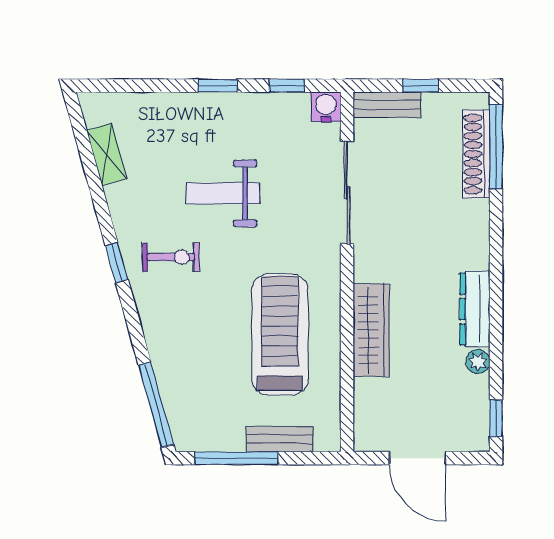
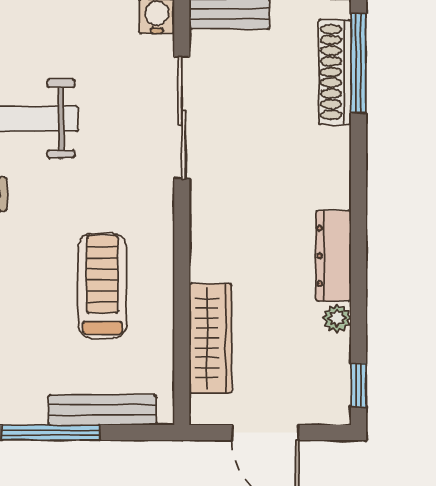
wardrobe: (371, 330) -> (210, 338), moved
treadmill: (280, 335) -> (102, 286), width x0.73, depth x0.73
bench: (280, 439) -> (102, 410), width x1.36

